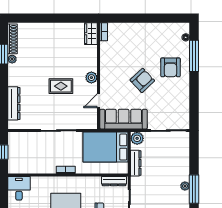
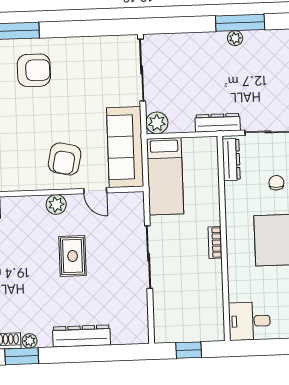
armchair: (142, 80) -> (65, 159), moved, turned -125
dresser: (14, 103) -> (81, 336), moved
bed: (106, 147) -> (165, 176), width x0.67
dresser: (136, 163) -> (218, 123), moved

